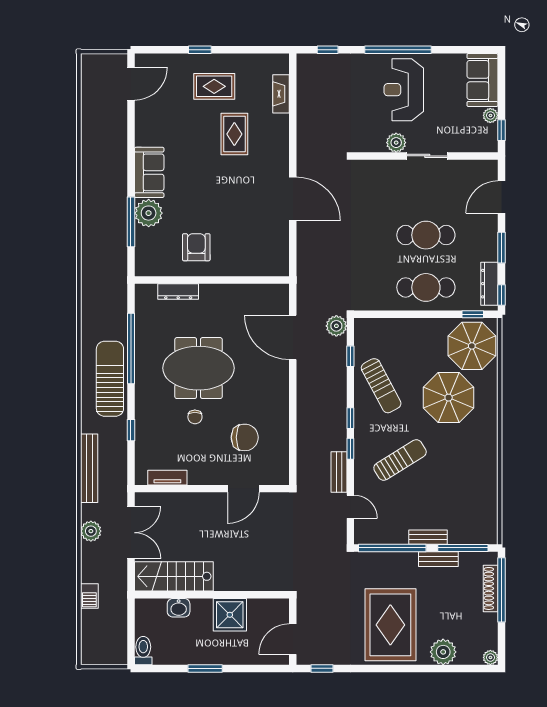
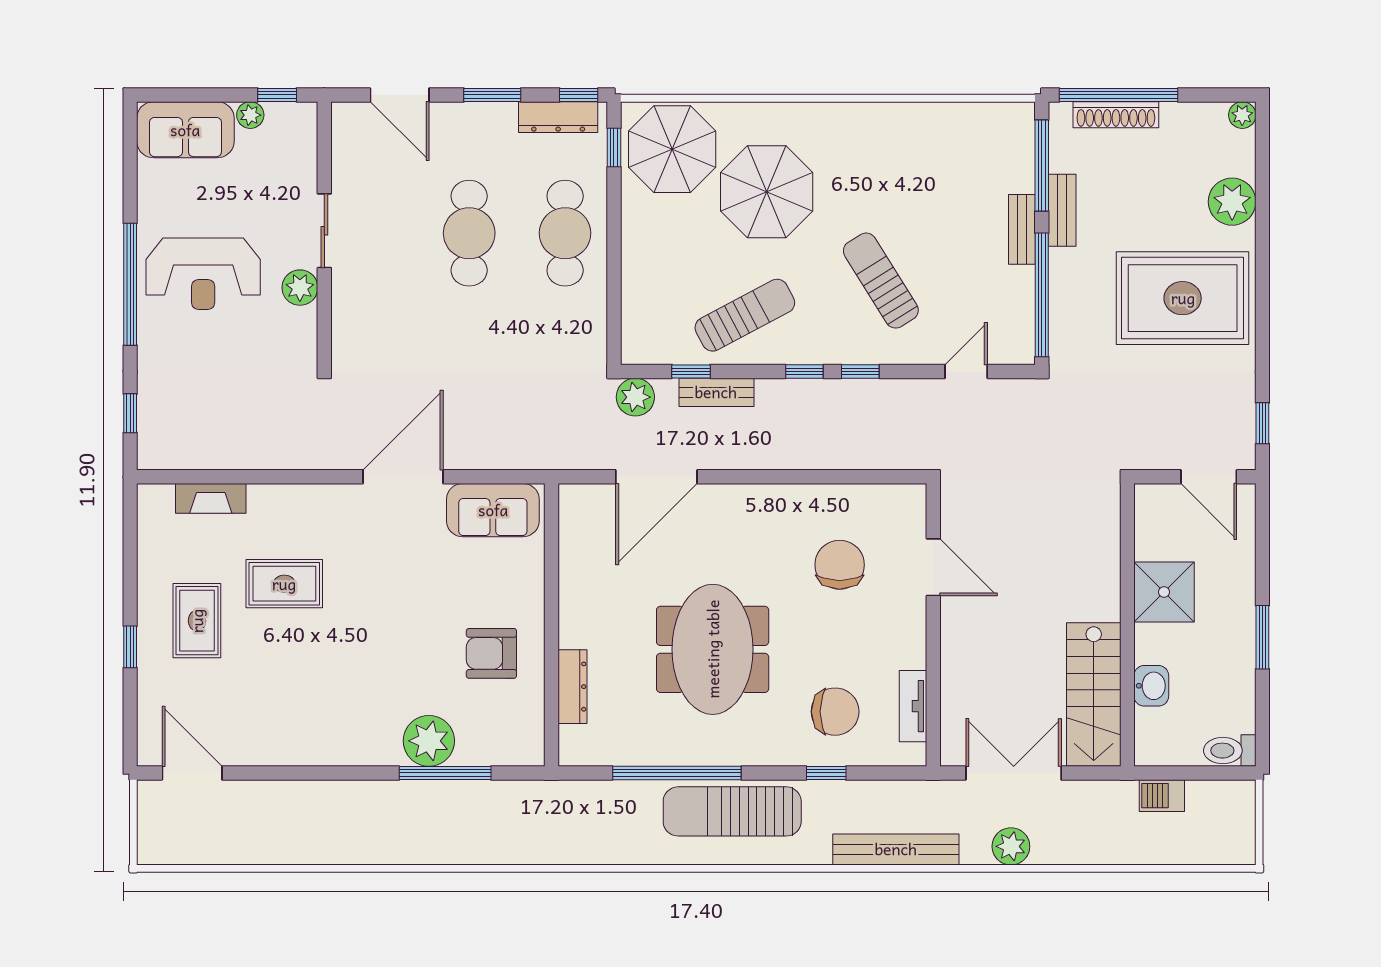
sofa: (149, 172) -> (493, 510), moved, turned 180
chair: (195, 417) -> (835, 712), moved, width x1.87, depth x1.87
bench: (339, 472) -> (716, 392), moved
barbecue: (89, 596) -> (1162, 796), moved, turned 180

